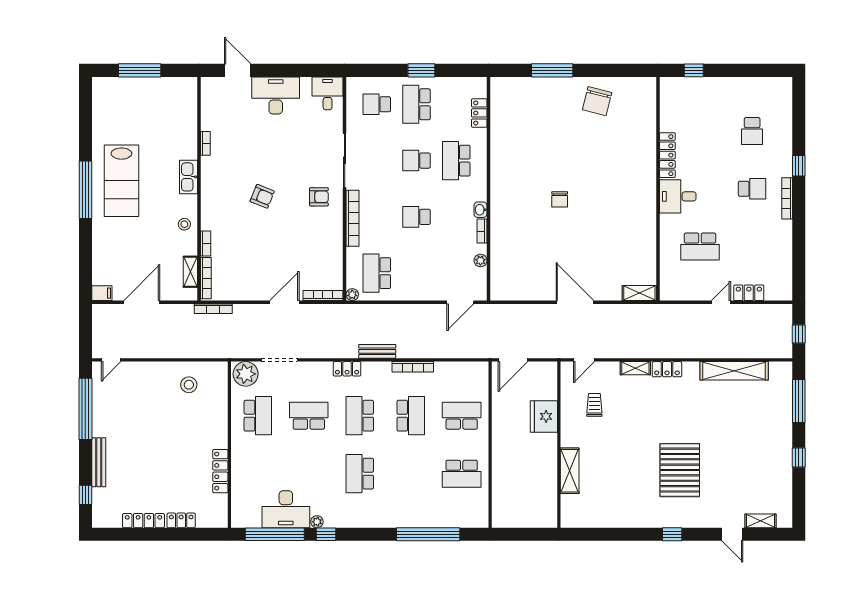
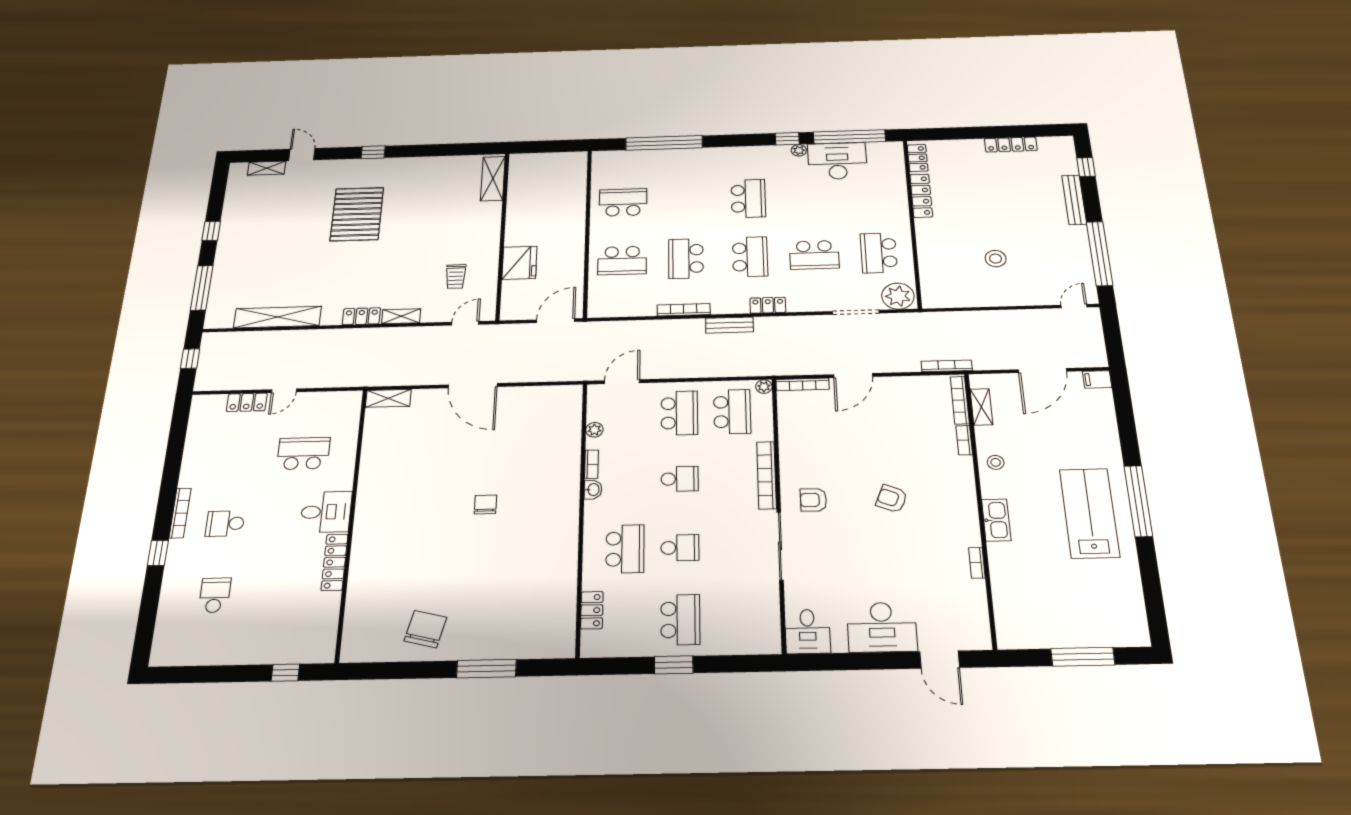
school desk: (377, 104) -> (679, 413), moved, width x1.85
stool: (189, 385) -> (996, 259), moved
shelving: (570, 471) -> (493, 179), moved
locker: (181, 520) -> (918, 158), moved, turned -90

